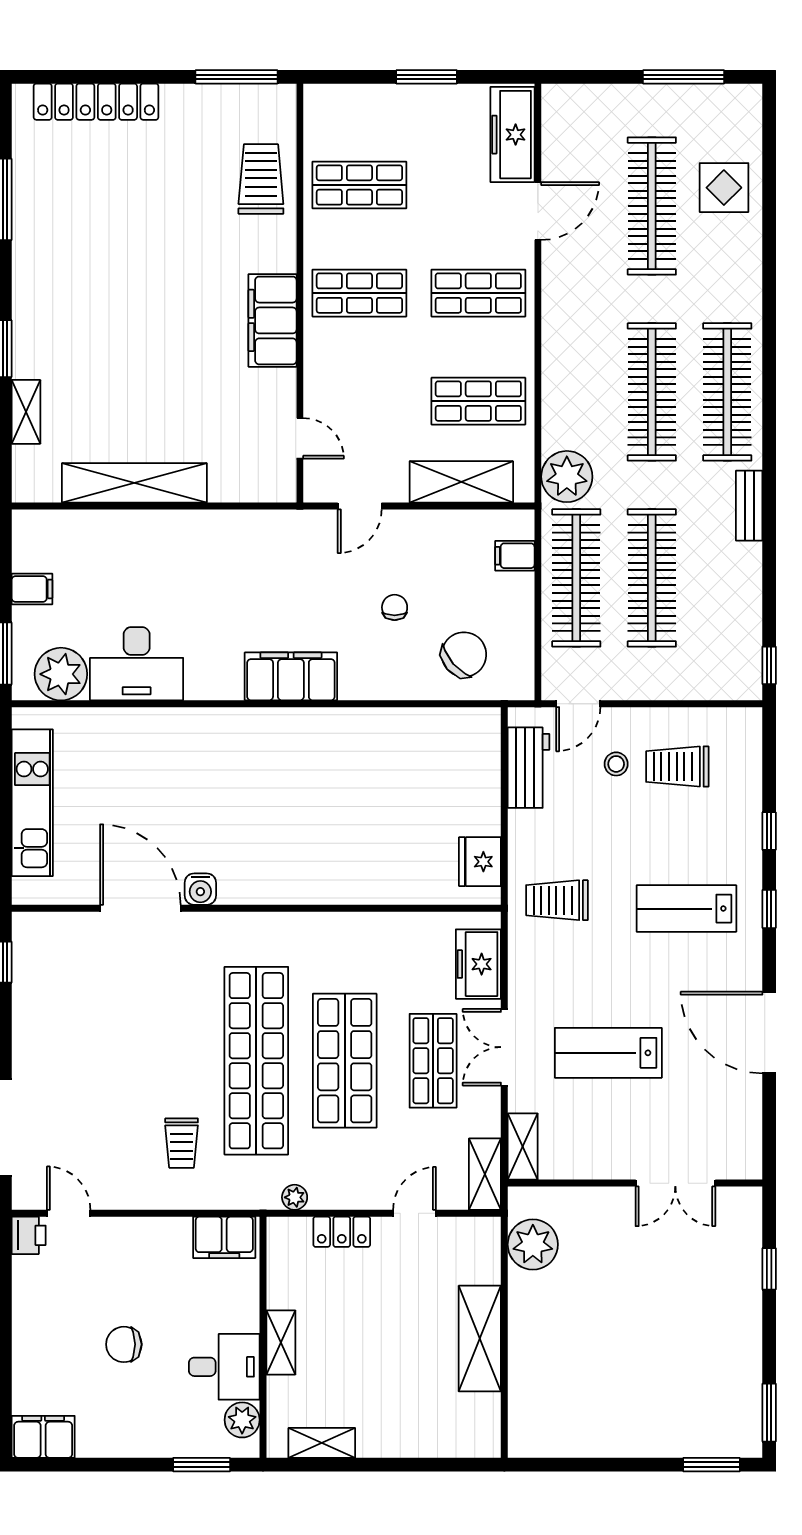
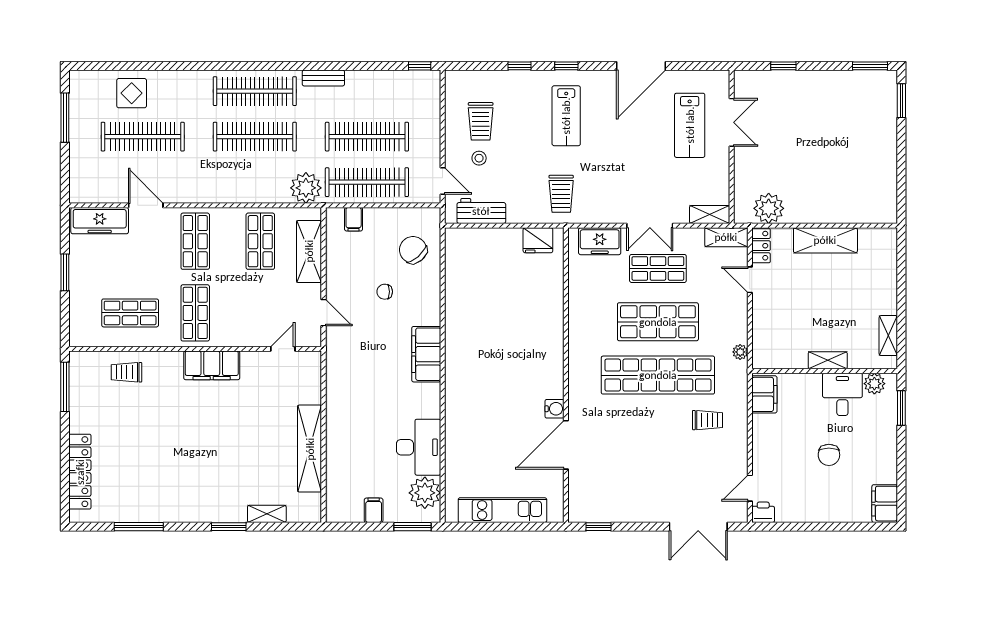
trolley: (261, 179) -> (126, 372), width x0.73, depth x0.72
shop shelf: (359, 185) -> (130, 313), turned 90
lab bench: (608, 1053) -> (690, 125), moved
locker: (342, 1232) -> (761, 246), moved

